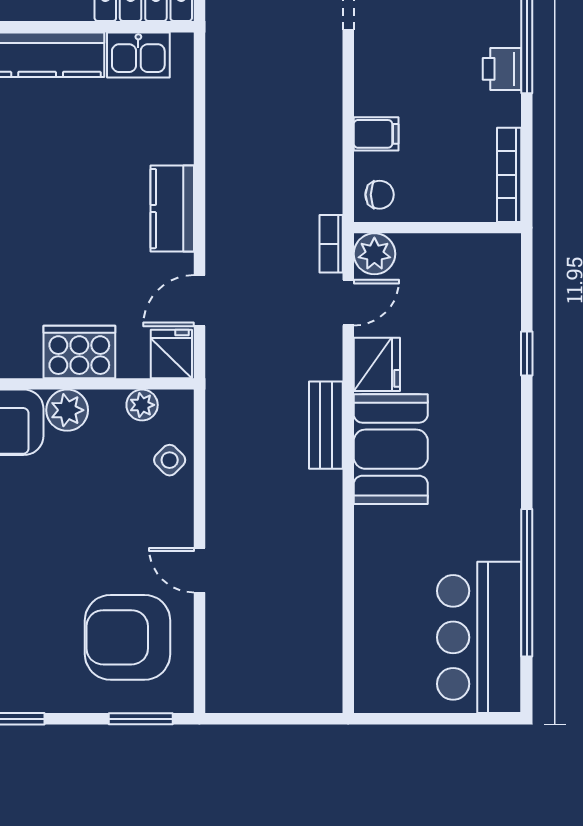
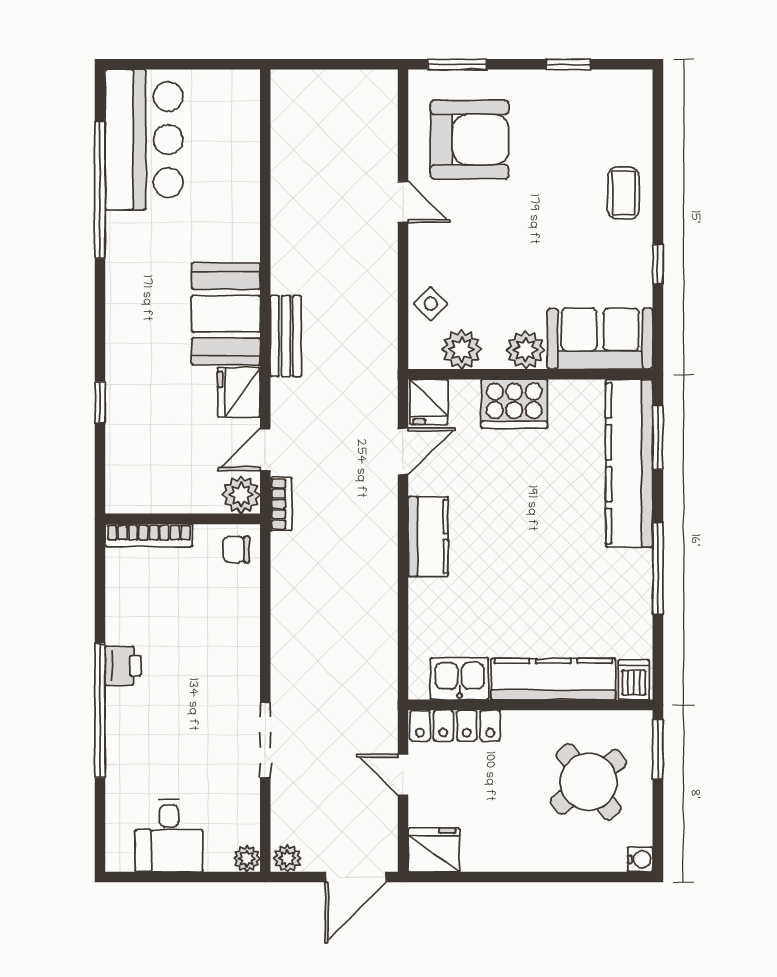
filing cabinet: (376, 134) -> (239, 606), removed
bookcase: (509, 175) -> (149, 535), moved, turned 90
plant: (142, 405) -> (462, 349), width x1.38, depth x1.38

